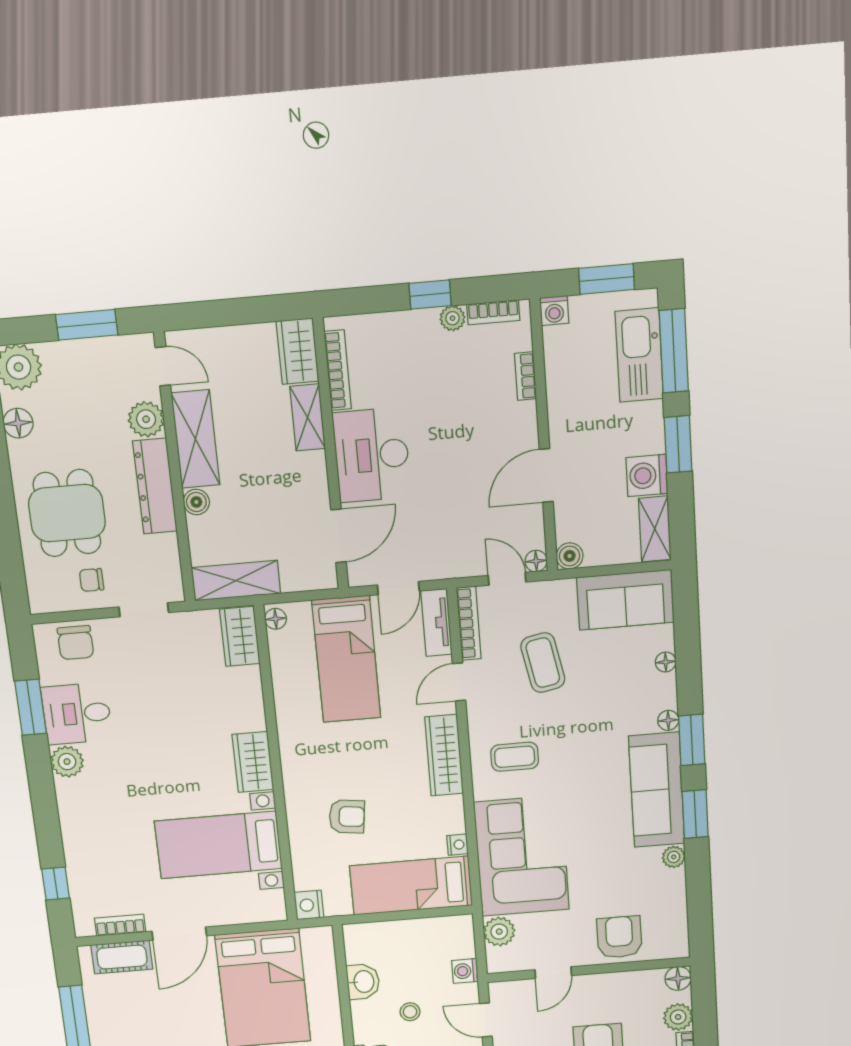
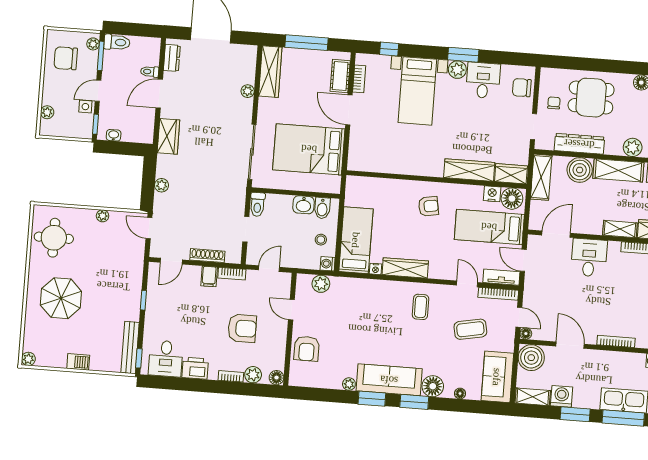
bookcase: (526, 376) -> (616, 341), width x1.56
desk: (372, 455) -> (589, 258), width x0.73
dresser: (155, 486) -> (579, 144), moved
boiler: (196, 502) -> (580, 170), width x1.86, depth x1.86
door: (338, 536) -> (556, 234), swing flipped
boiler: (570, 556) -> (531, 358), width x1.86, depth x1.86
door: (507, 579) -> (519, 317), hinge flipped
floor lamp: (276, 619) -> (512, 199), width x1.89, depth x1.89
window: (31, 707) -> (463, 55), moved
floor lamp: (668, 720) -> (433, 386), width x1.89, depth x1.89
wardrobe: (444, 755) -> (405, 268), moved
wardrobe: (253, 762) -> (469, 170), moved, width x1.50
armchair: (347, 816) -> (428, 206), moved, turned -107
bed with nightstands: (218, 845) -> (417, 91), moved, turned 180
corner sofa: (521, 856) -> (363, 302), removed
nightstand: (309, 905) -> (492, 194), moved
armchair: (619, 937) -> (307, 349), turned 90
bidet: (363, 950) -> (322, 208), added
washing machine: (465, 971) -> (328, 264), moved, turned -90
stool: (410, 1012) -> (321, 240), moved

